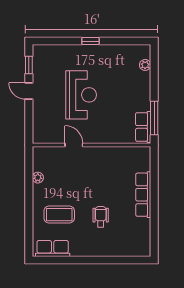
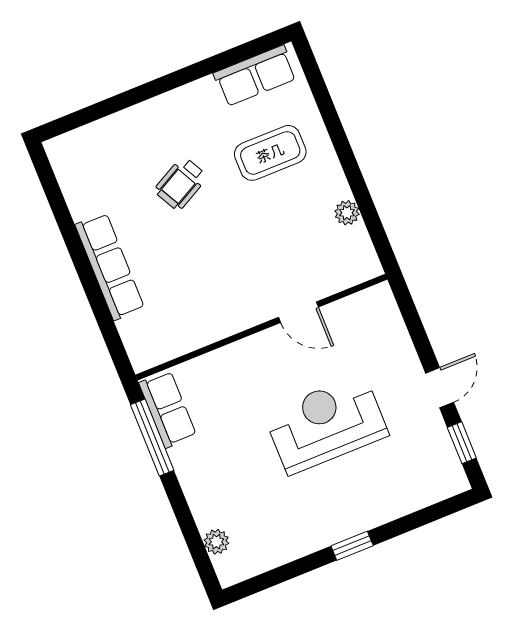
door: (29, 91) -> (440, 388), hinge flipped
reception desk: (81, 95) -> (326, 424), turned 90
wheelchair: (101, 217) -> (181, 184), turned 62

